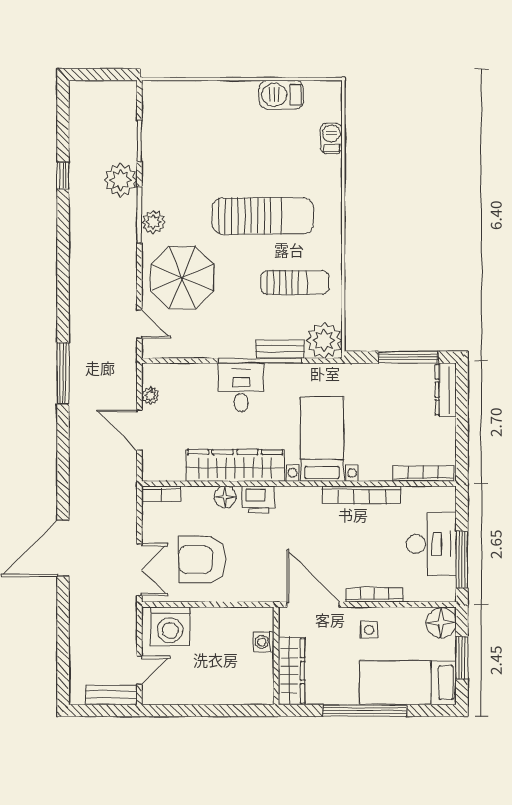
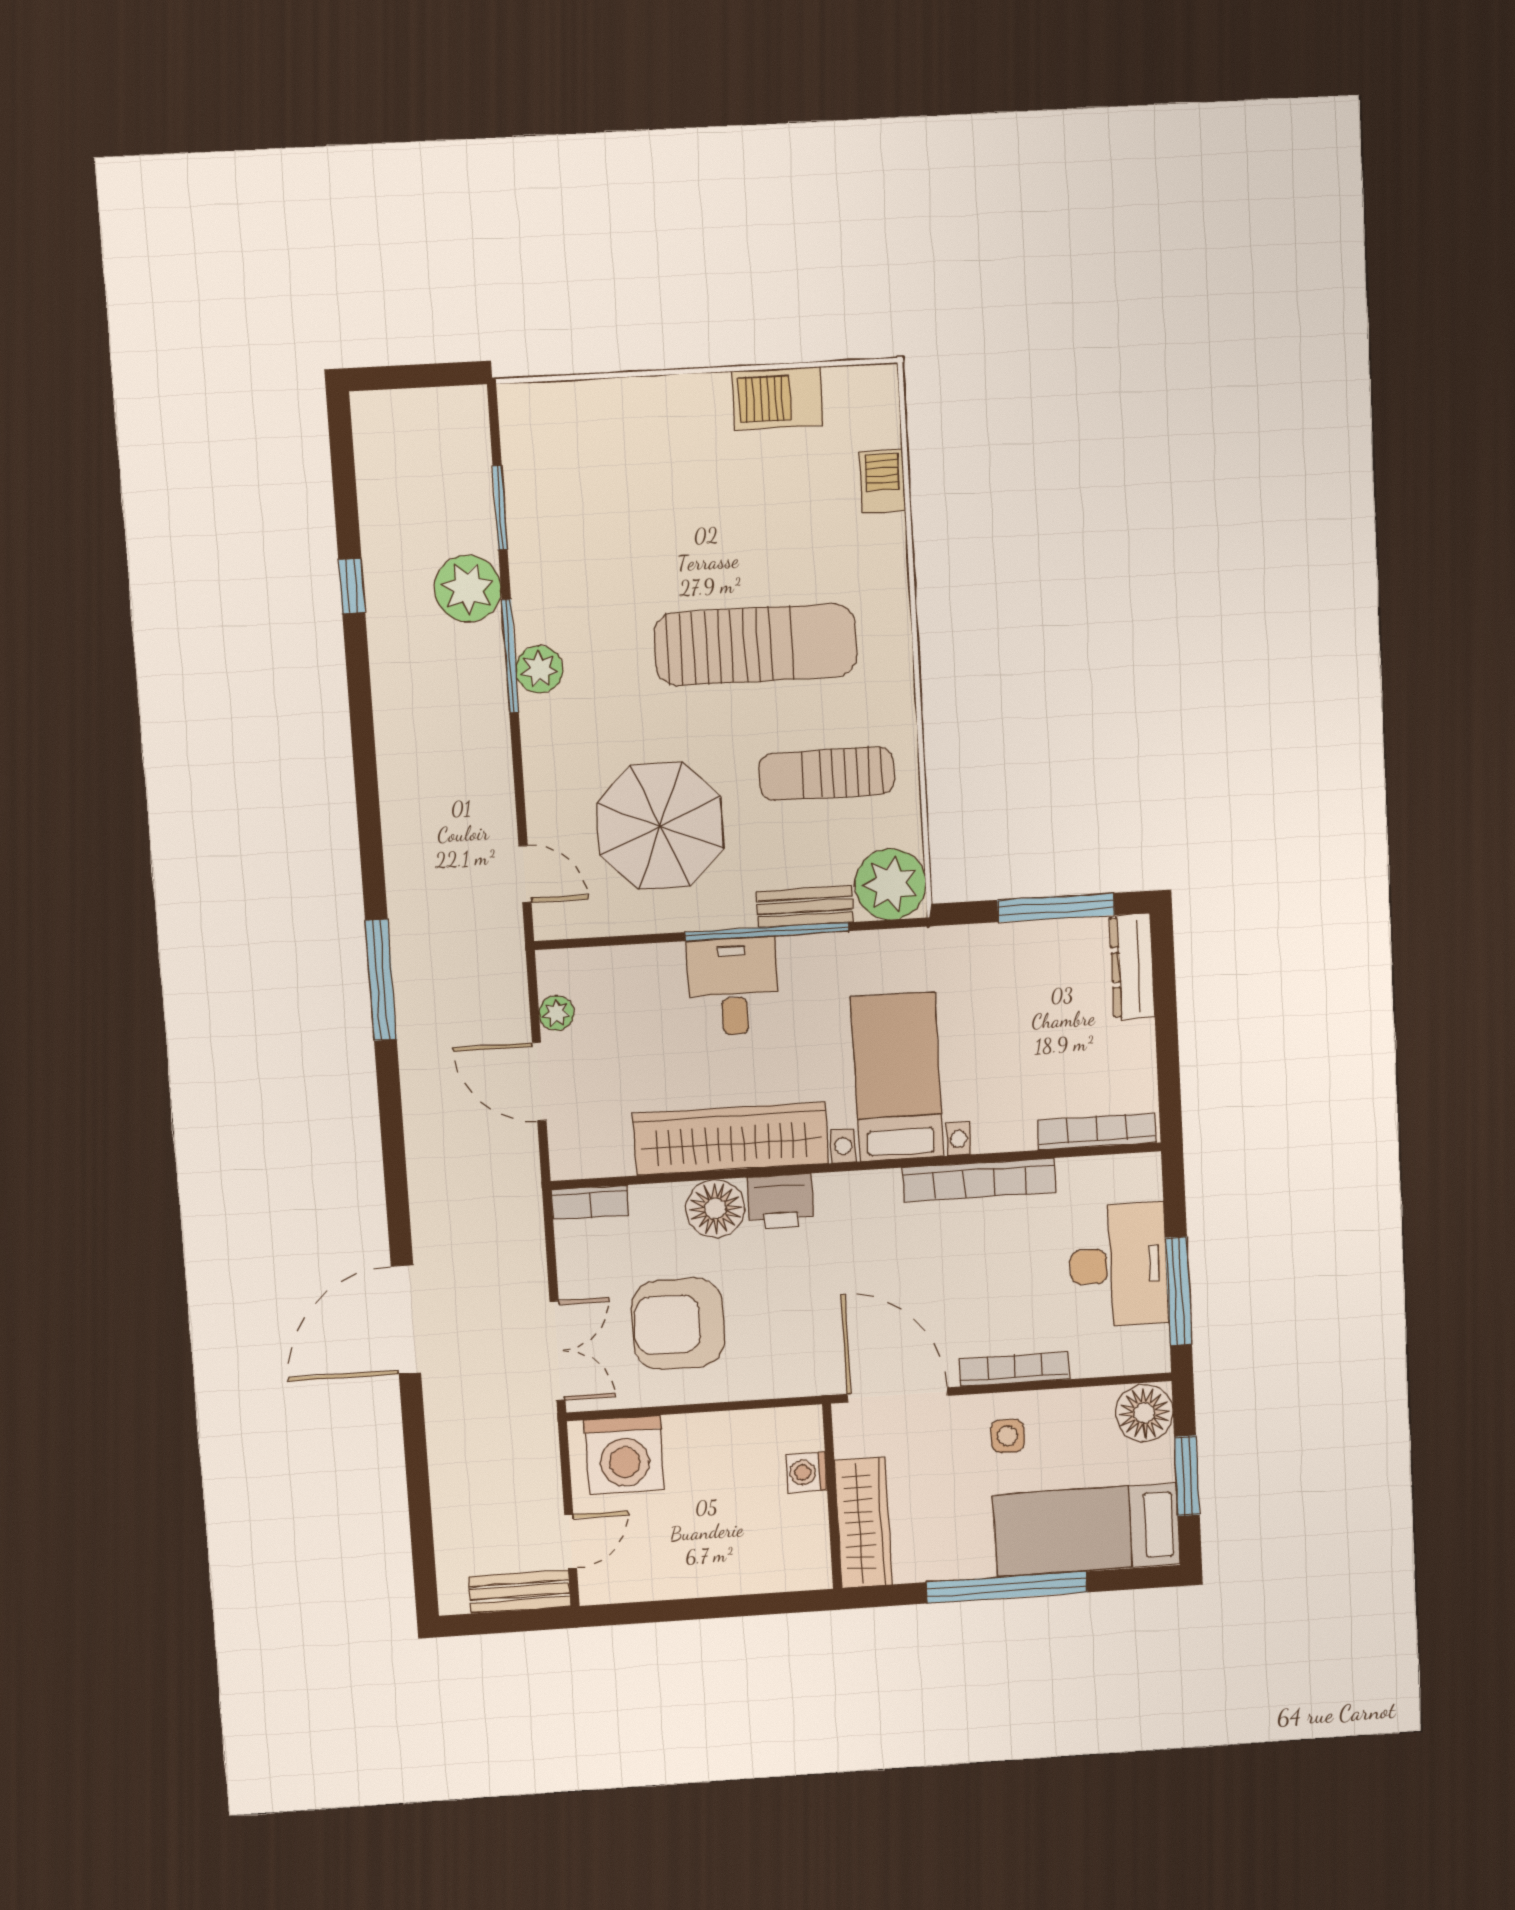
parasol: (182, 278) -> (660, 826), moved
sun lounger: (295, 283) -> (827, 774), turned 180
floor lamp: (225, 497) -> (715, 1209), width x1.38, depth x1.38

